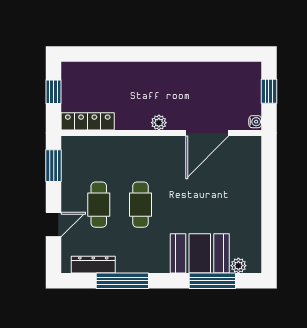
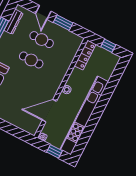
kitchen unit: (186, 73) -> (84, 115), added
door: (207, 133) -> (49, 111), hinge flipped
window: (54, 166) -> (63, 23), moved

